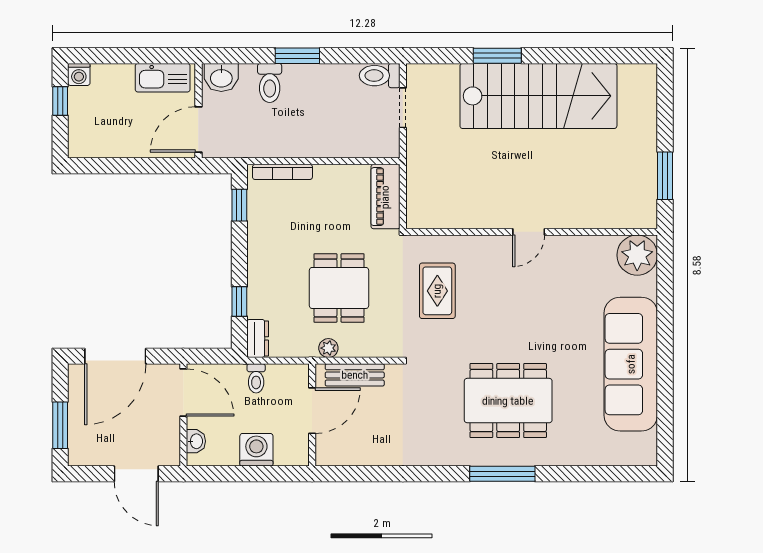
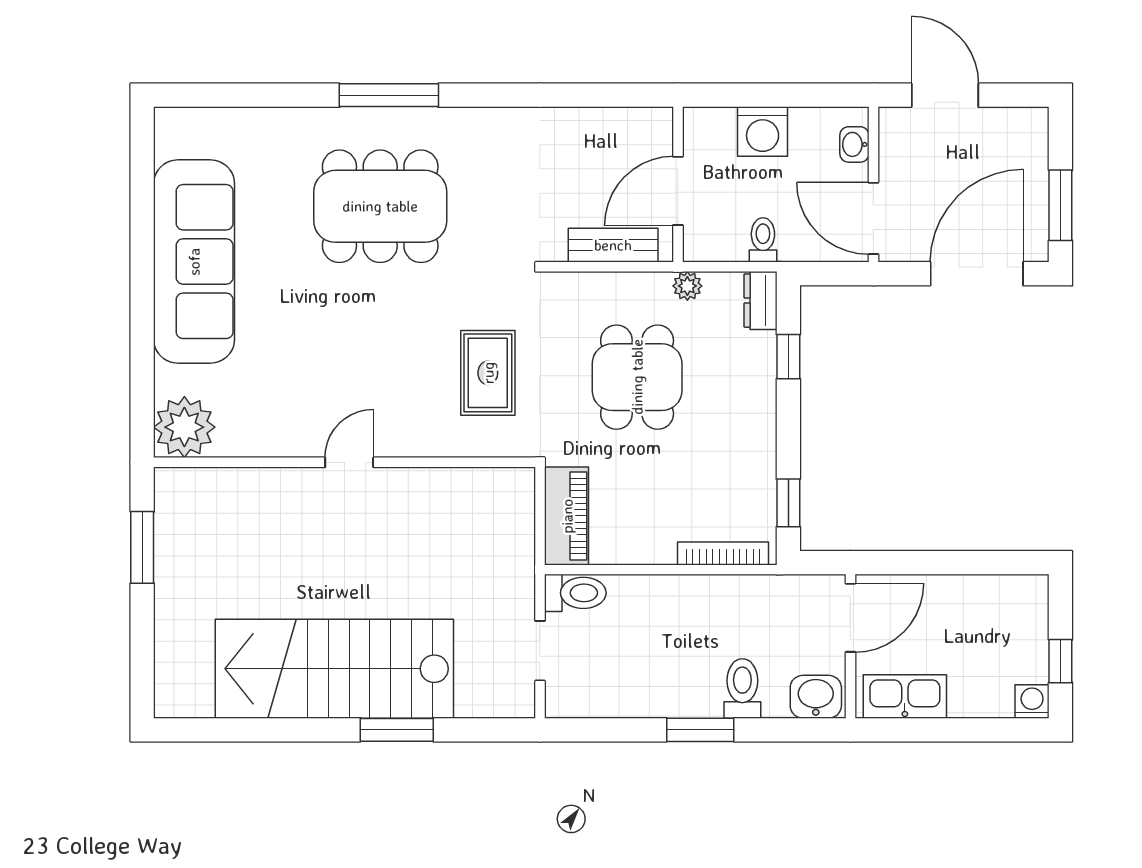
toilet: (380, 76) -> (575, 593), moved
plant: (328, 348) -> (687, 286), moved
window: (60, 425) -> (1060, 205), moved

